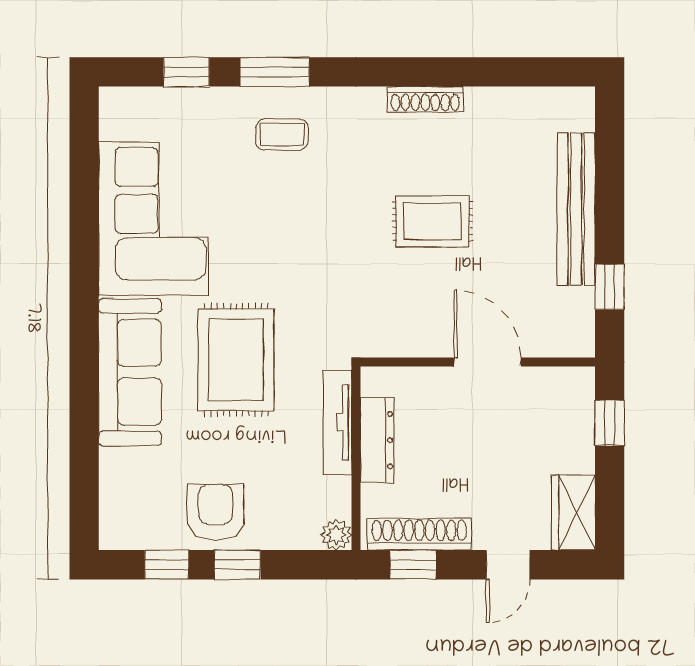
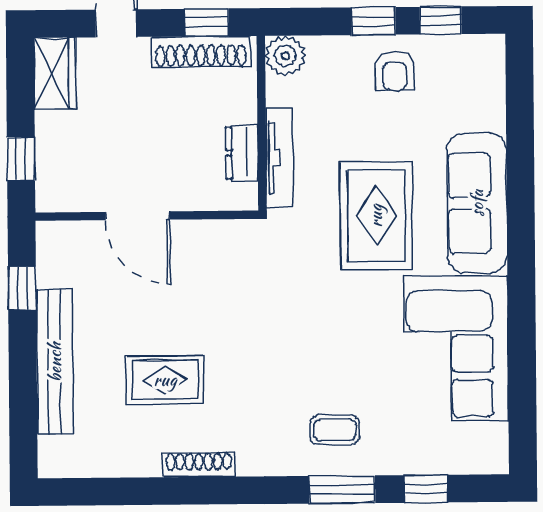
rug: (433, 221) -> (165, 380), moved
dresser: (377, 440) -> (242, 153), width x0.70
armchair: (215, 512) -> (395, 71), width x0.72, depth x0.72
plant: (336, 535) -> (285, 56), width x1.38, depth x1.38

